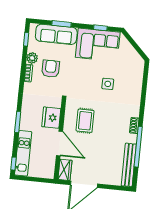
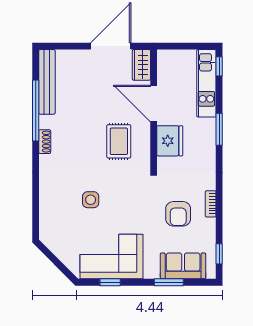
sofa: (56, 34) -> (183, 266), width x0.73
plant: (32, 58) -> (207, 227), removed

